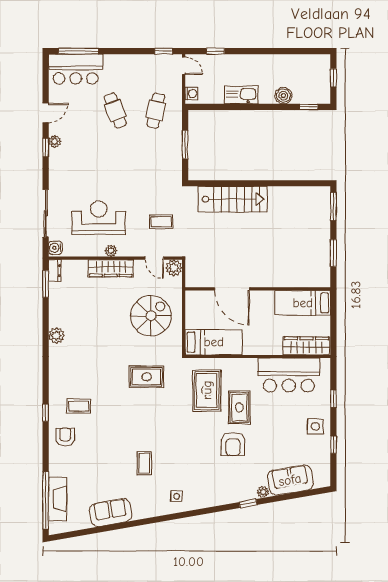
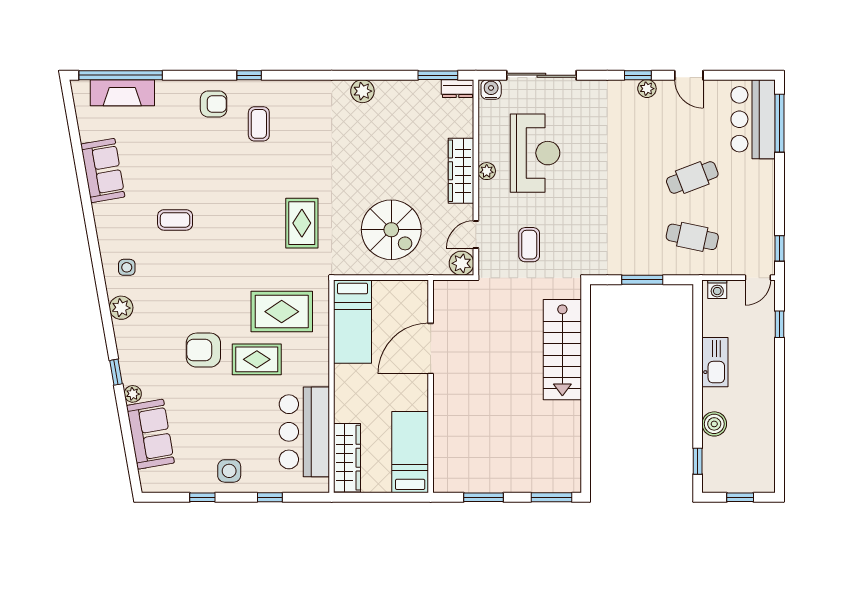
plant: (204, 500) -> (121, 308), added

